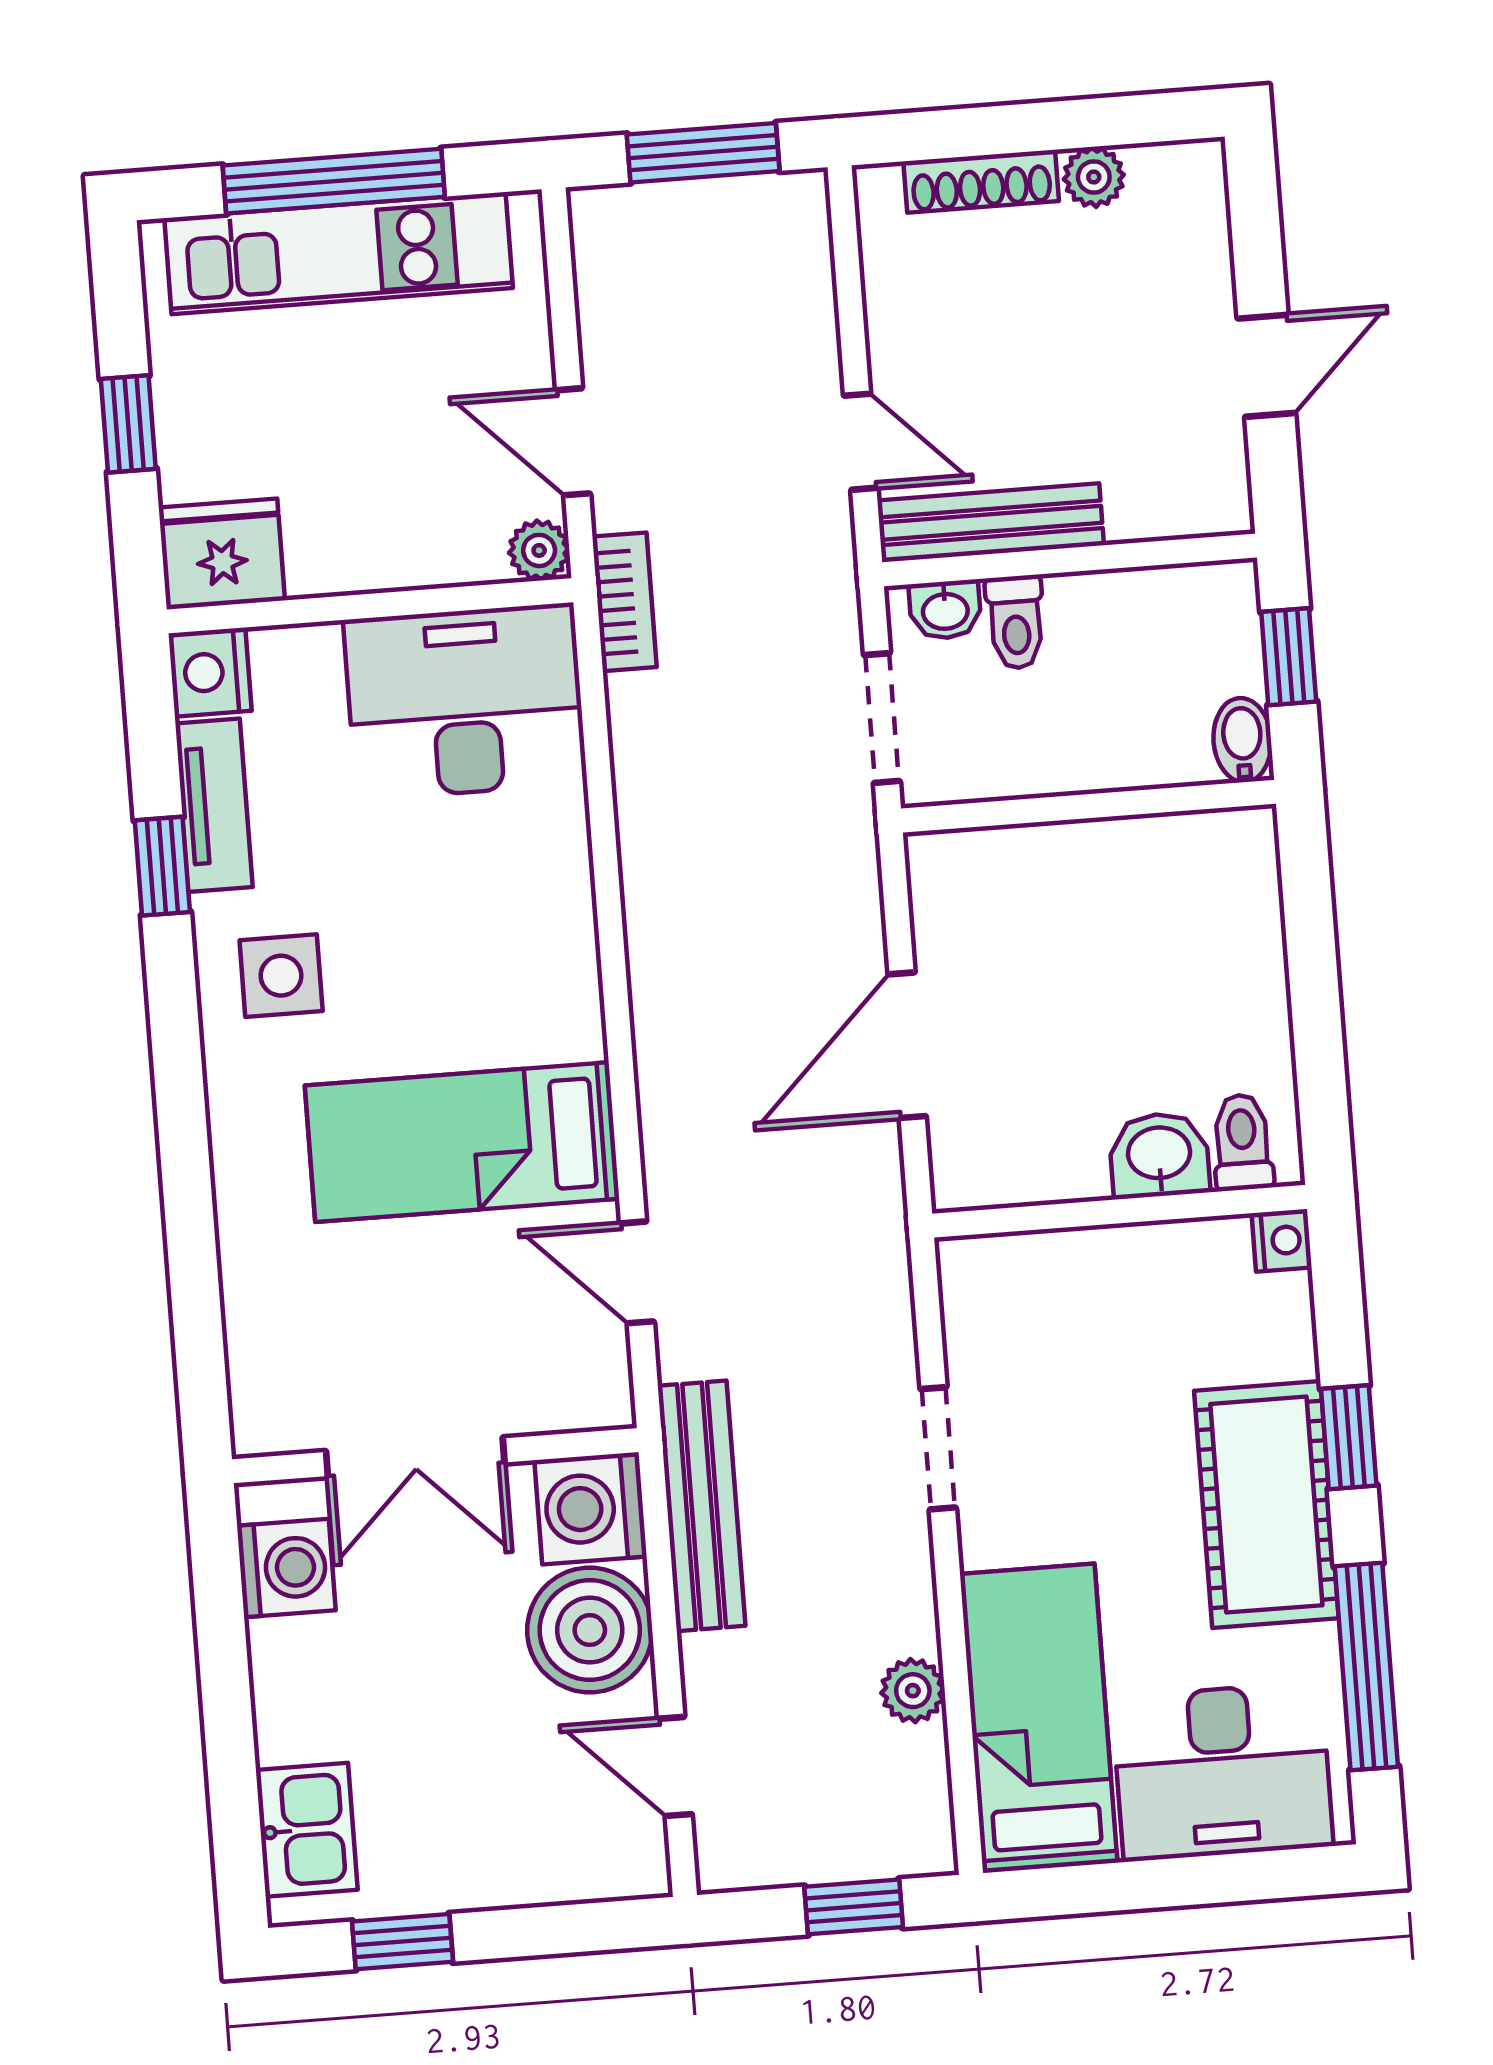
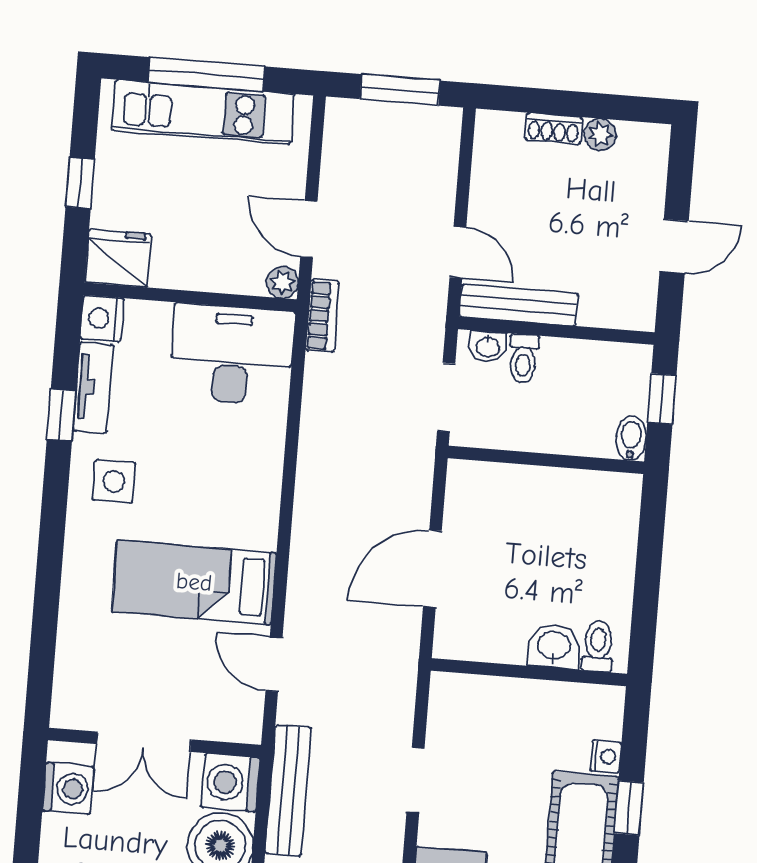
shoe rack: (981, 181) -> (554, 128), width x0.70
nightstand: (1282, 1240) -> (606, 757), moved

